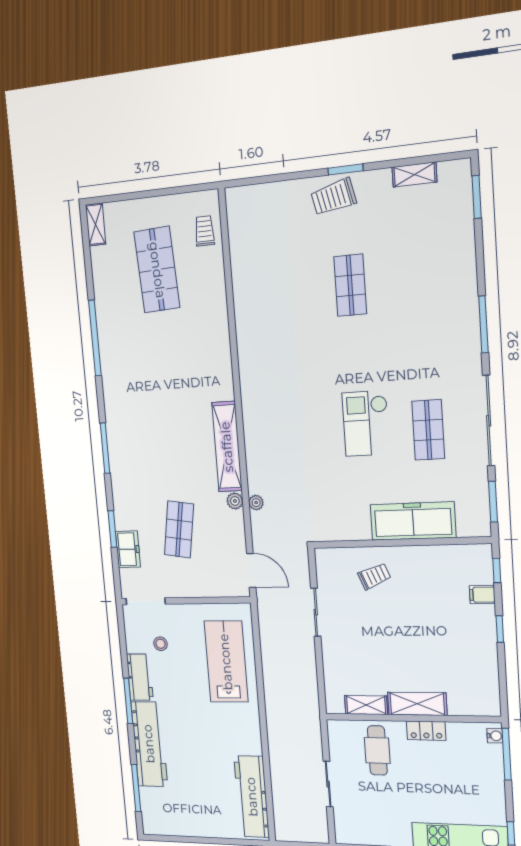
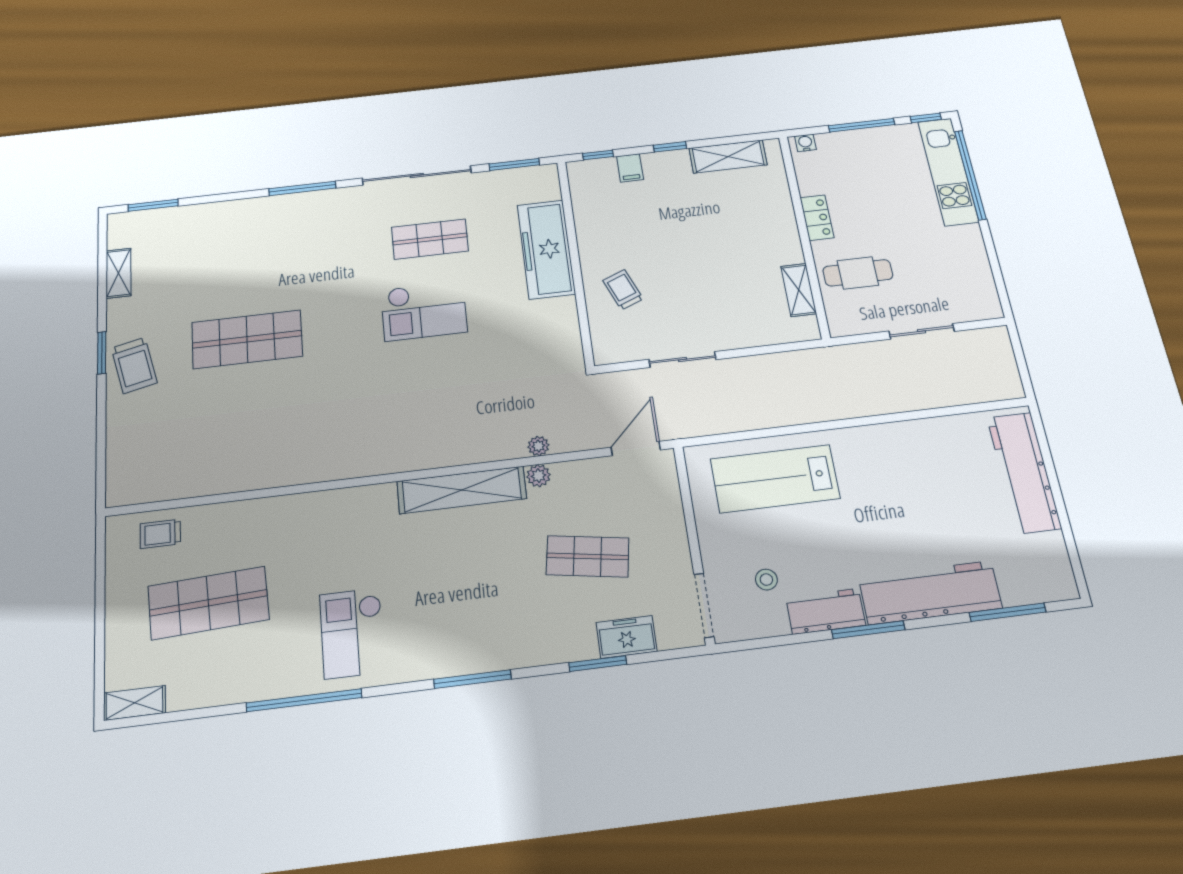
shop shelf: (350, 285) -> (247, 339), width x1.43, depth x1.36
checkout: (135, 369) -> (352, 633), added
shelving: (417, 704) -> (728, 156), moved, turned 90
window: (507, 754) -> (862, 125), moved
workbench: (252, 797) -> (1024, 472), moved, turned 90

